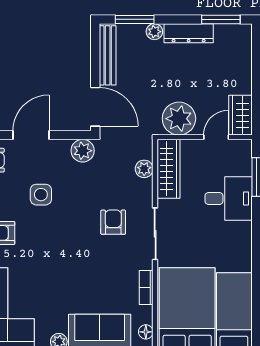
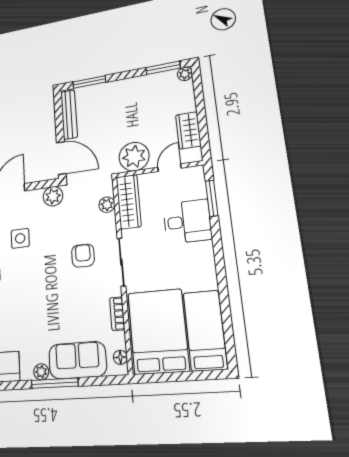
plant: (154, 32) -> (185, 74), moved
dresser: (189, 33) -> (136, 84), removed
wardrobe: (241, 115) -> (188, 130), moved

